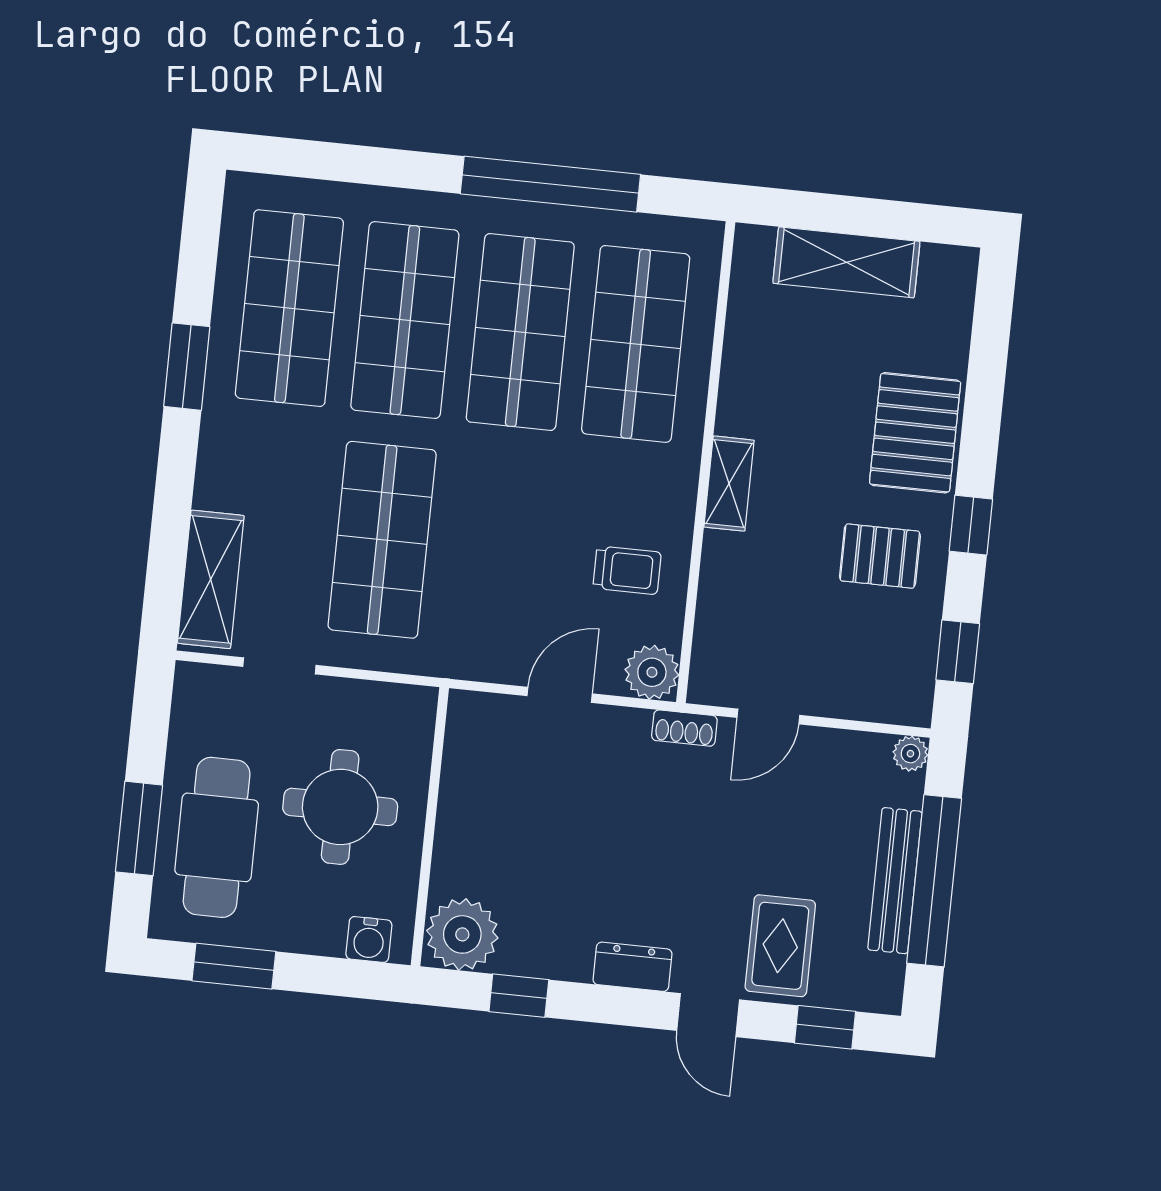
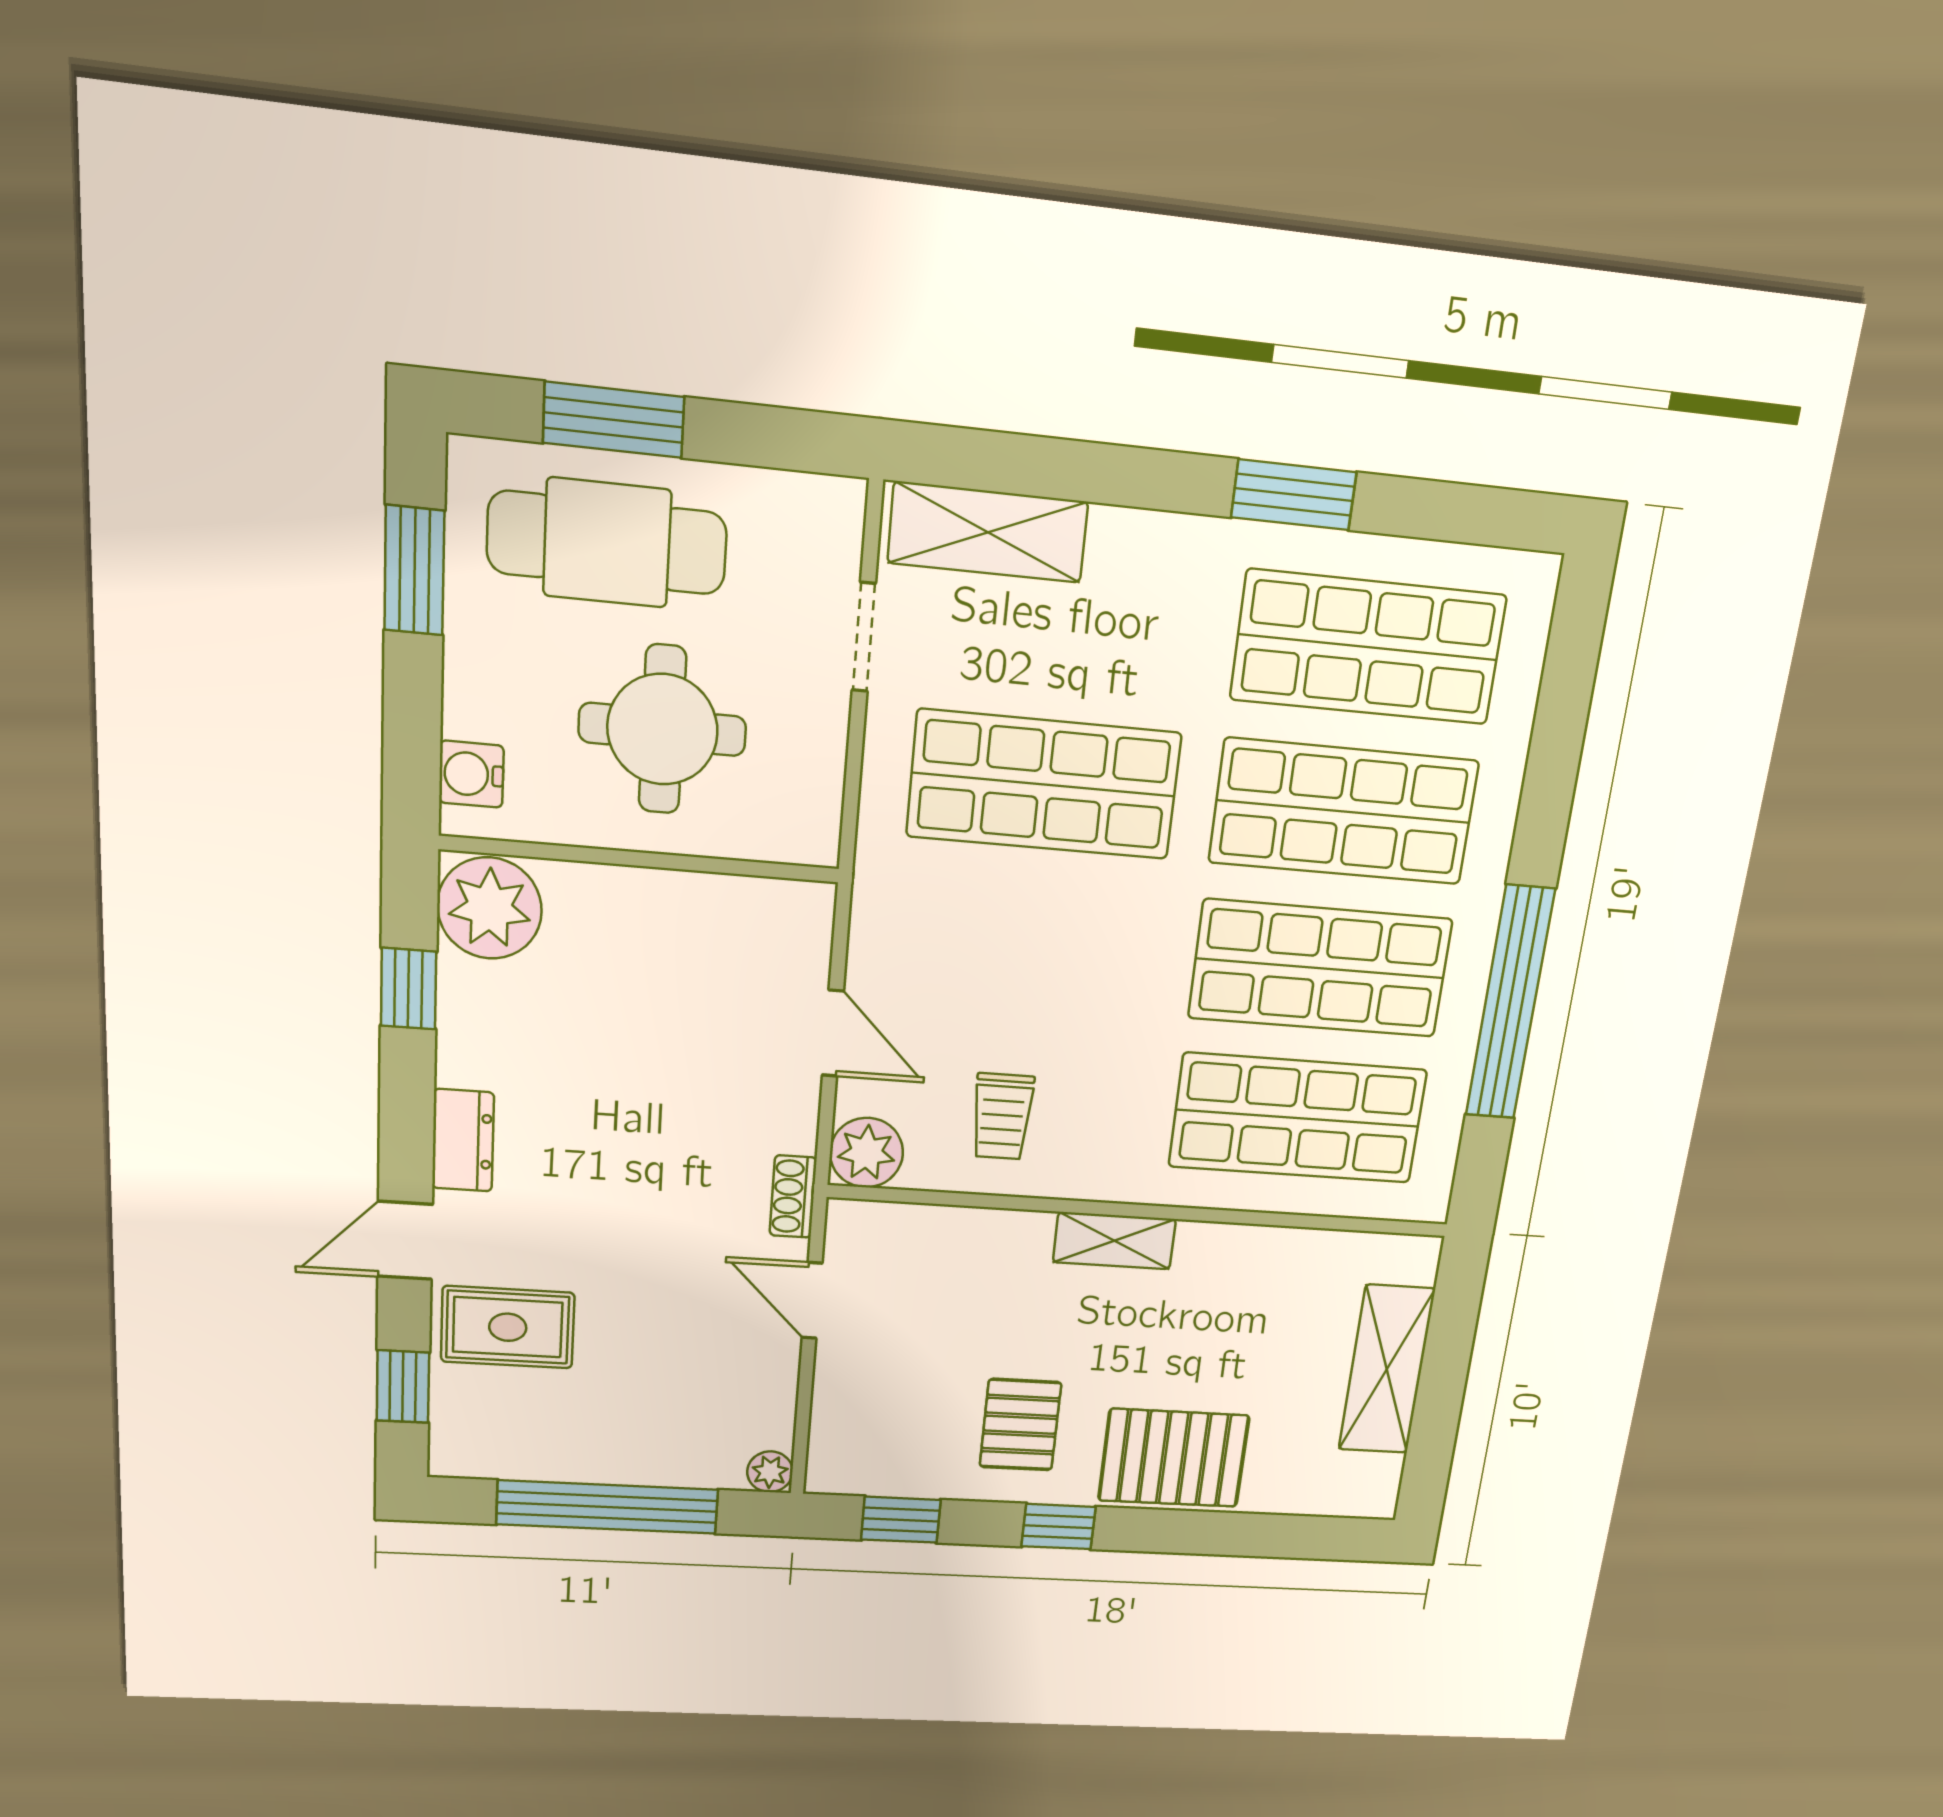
bench: (895, 881) -> (605, 1461), removed

